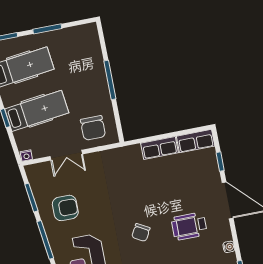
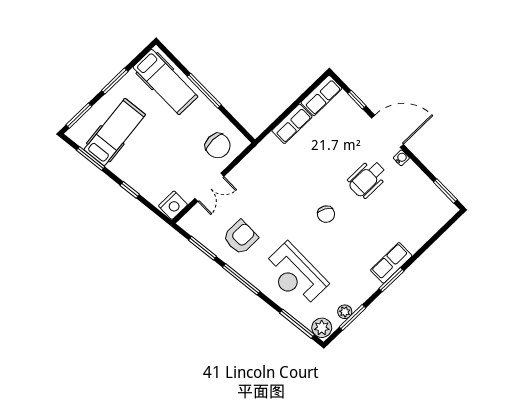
hospital bed: (37, 111) -> (165, 82), moved, turned 97
nightstand: (26, 156) -> (173, 205), width x1.89, depth x1.79
water cooler: (229, 247) -> (401, 158), moved

